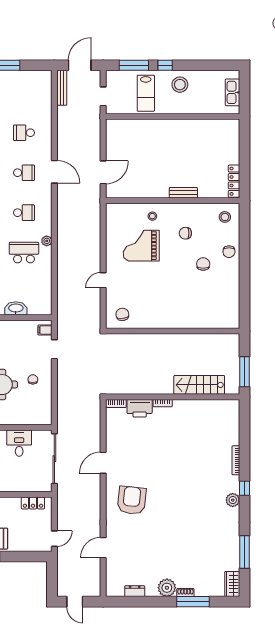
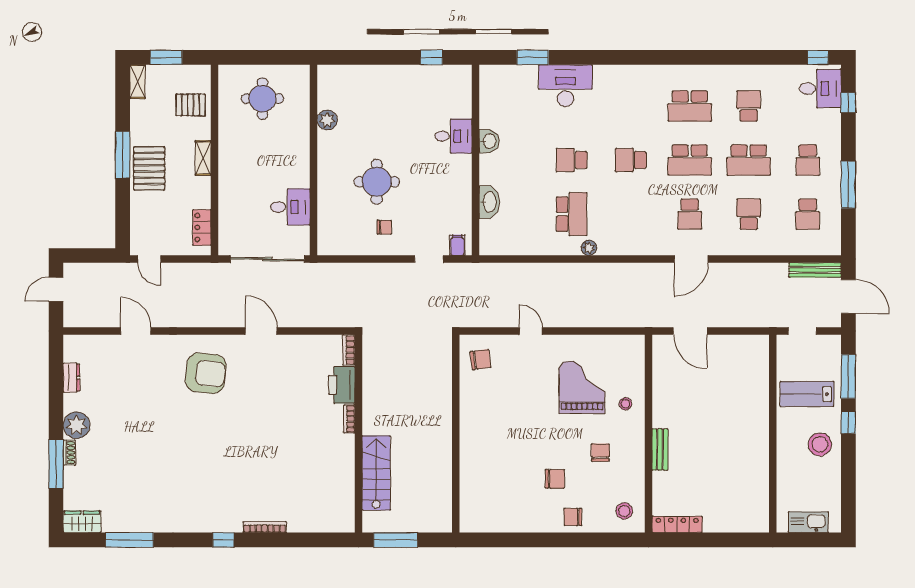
school desk: (24, 213) -> (808, 214), moved
plant: (233, 500) -> (206, 523), removed

